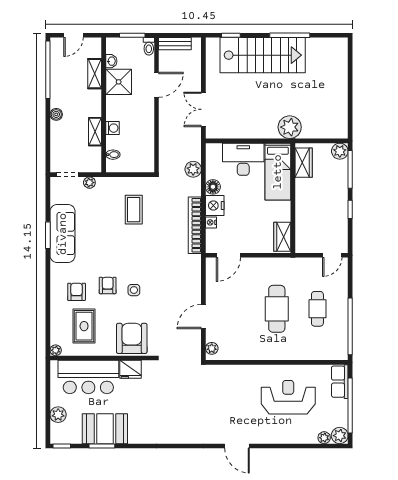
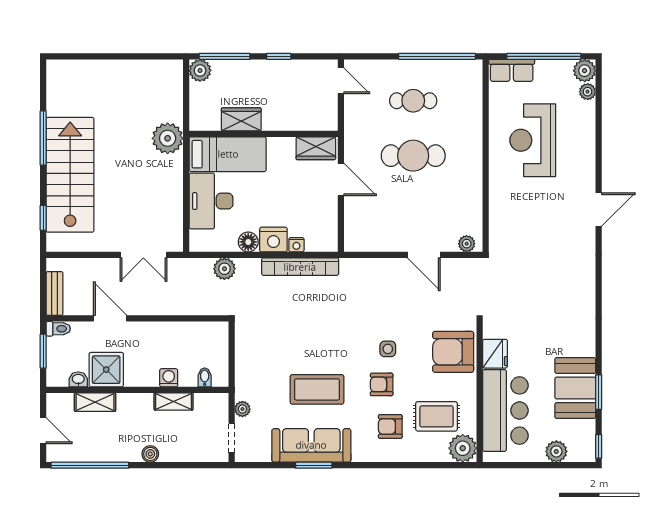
wardrobe: (304, 163) -> (241, 119), moved
coffee table: (134, 210) -> (317, 389), moved, width x1.36, depth x1.32
door: (228, 255) -> (341, 179), moved
plant: (56, 350) -> (463, 448), width x1.87, depth x1.87

